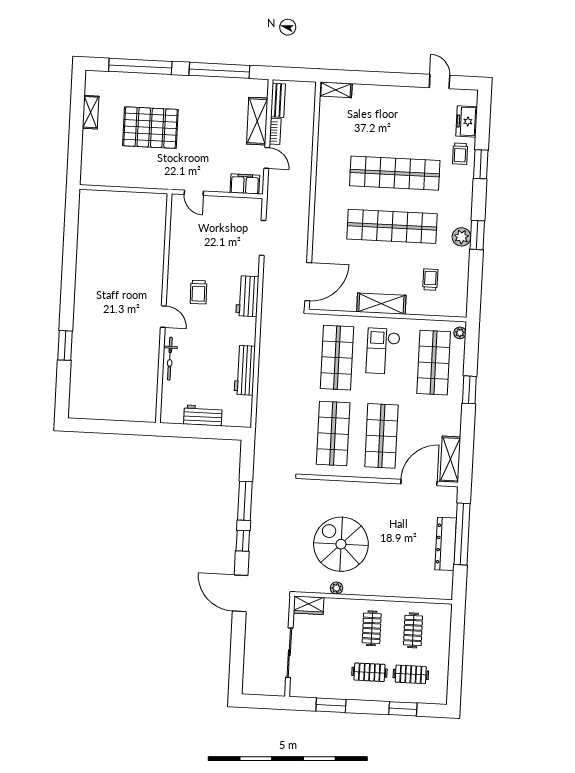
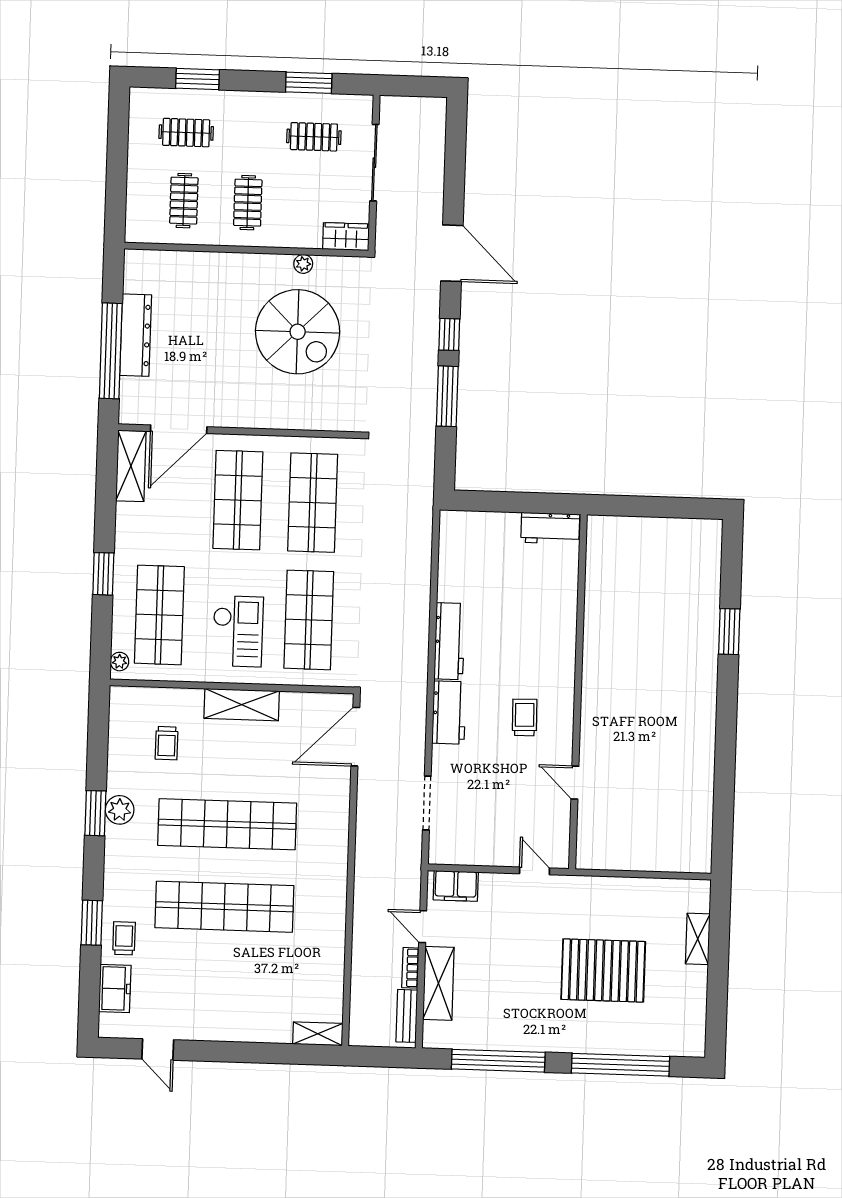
shelving: (91, 112) -> (698, 939), moved
door: (163, 317) -> (575, 783), moved
bicycle: (170, 359) -> (567, 614), removed
workbench: (245, 370) -> (449, 641), moved
workbench: (203, 415) -> (550, 528), moved
clothes rail: (369, 672) -> (314, 137), moved

